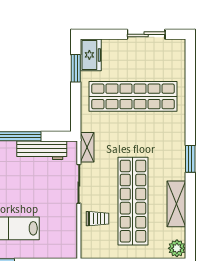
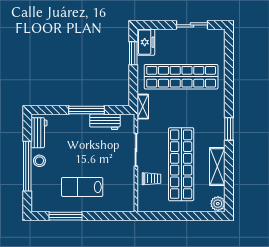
shelving: (87, 147) -> (143, 107), moved
workbench: (42, 150) -> (105, 122), width x0.73

